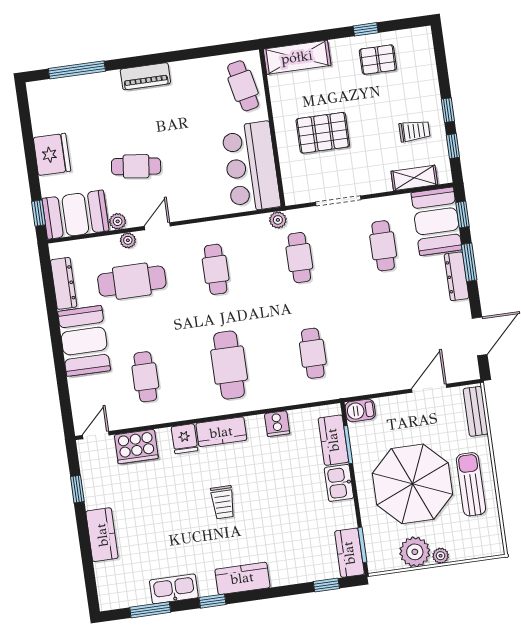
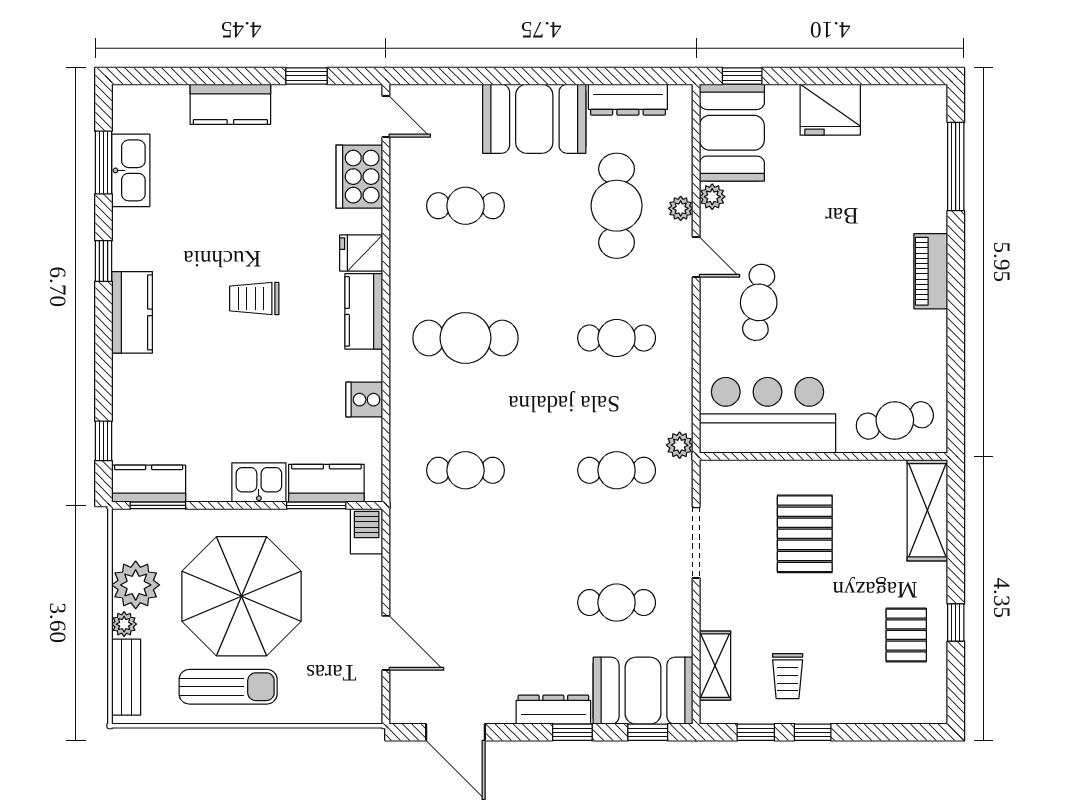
cafe table: (136, 166) -> (759, 302), moved
window: (469, 262) -> (572, 732), width x0.67
bench: (476, 411) -> (126, 677), moved, turned 90
kitchen sink: (174, 589) -> (131, 170), moved

